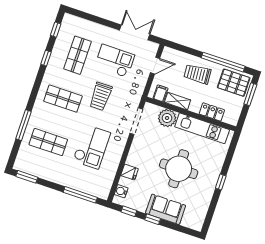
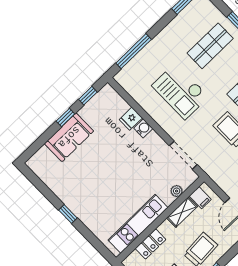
plant: (167, 118) -> (177, 191), width x0.53, depth x0.53
round table: (179, 169) -> (107, 175), removed
water cooler: (121, 191) -> (143, 128), moved

